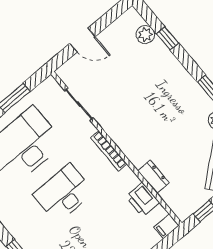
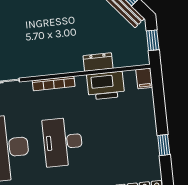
printer: (143, 200) -> (106, 86), width x1.37, depth x1.19

